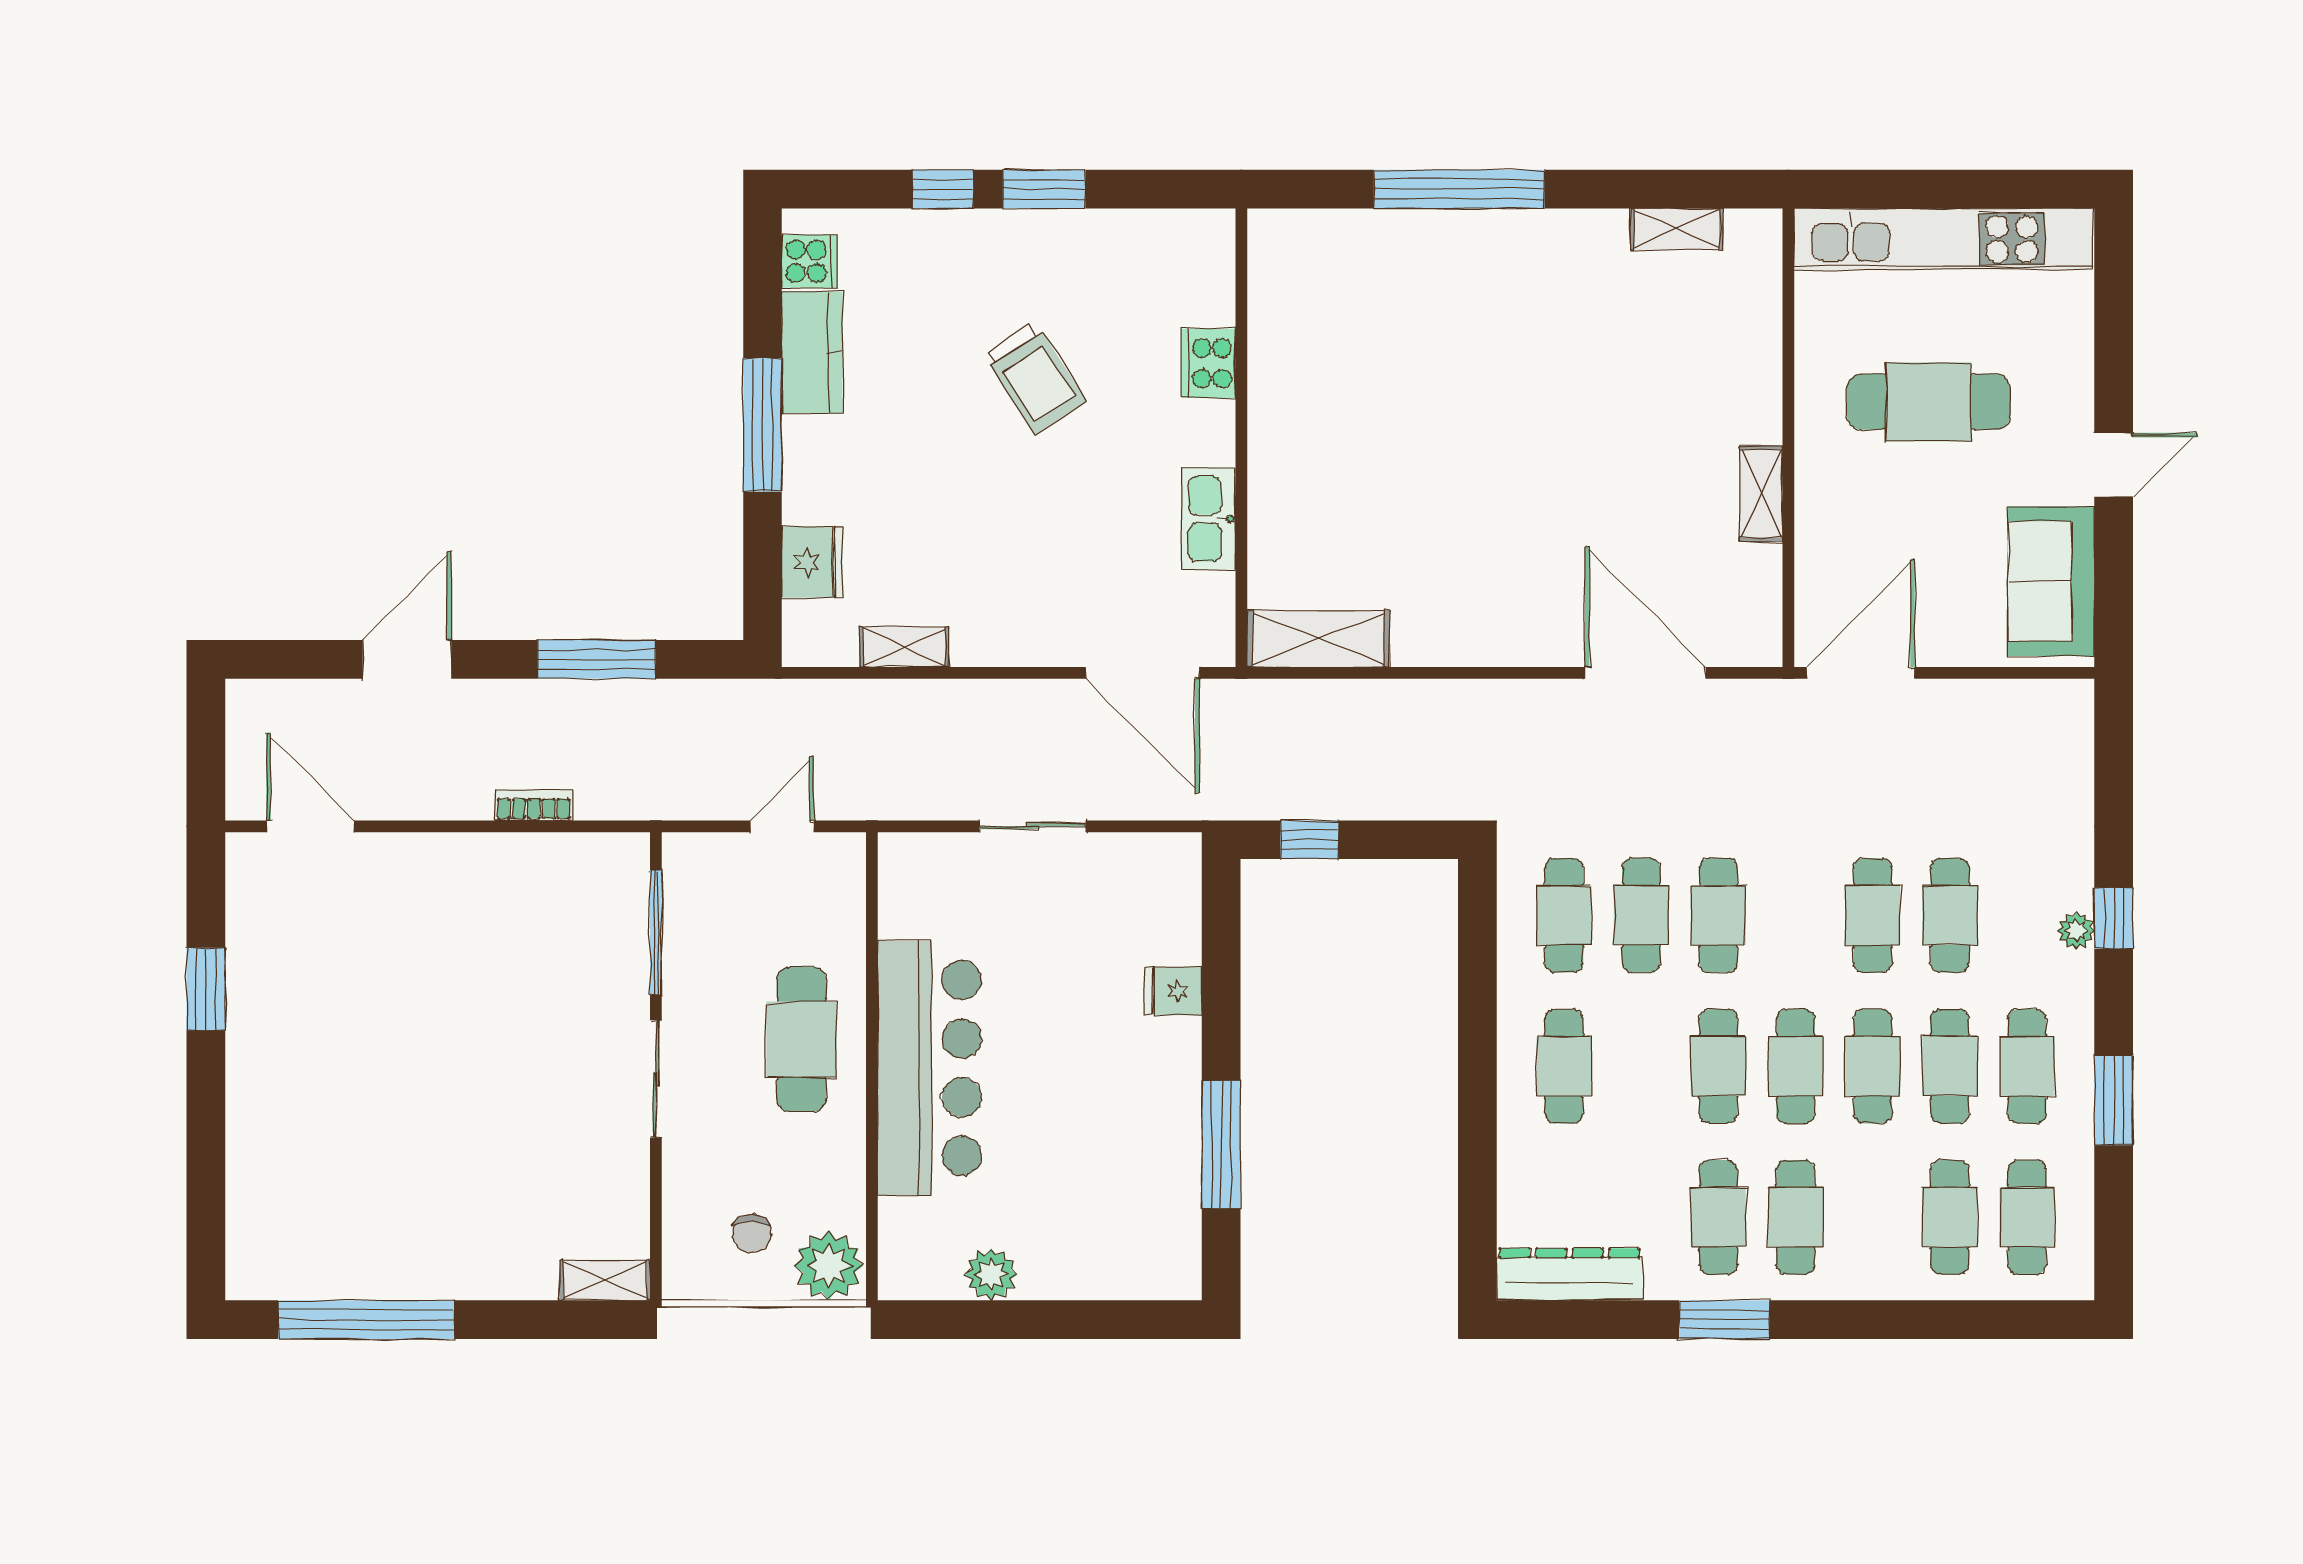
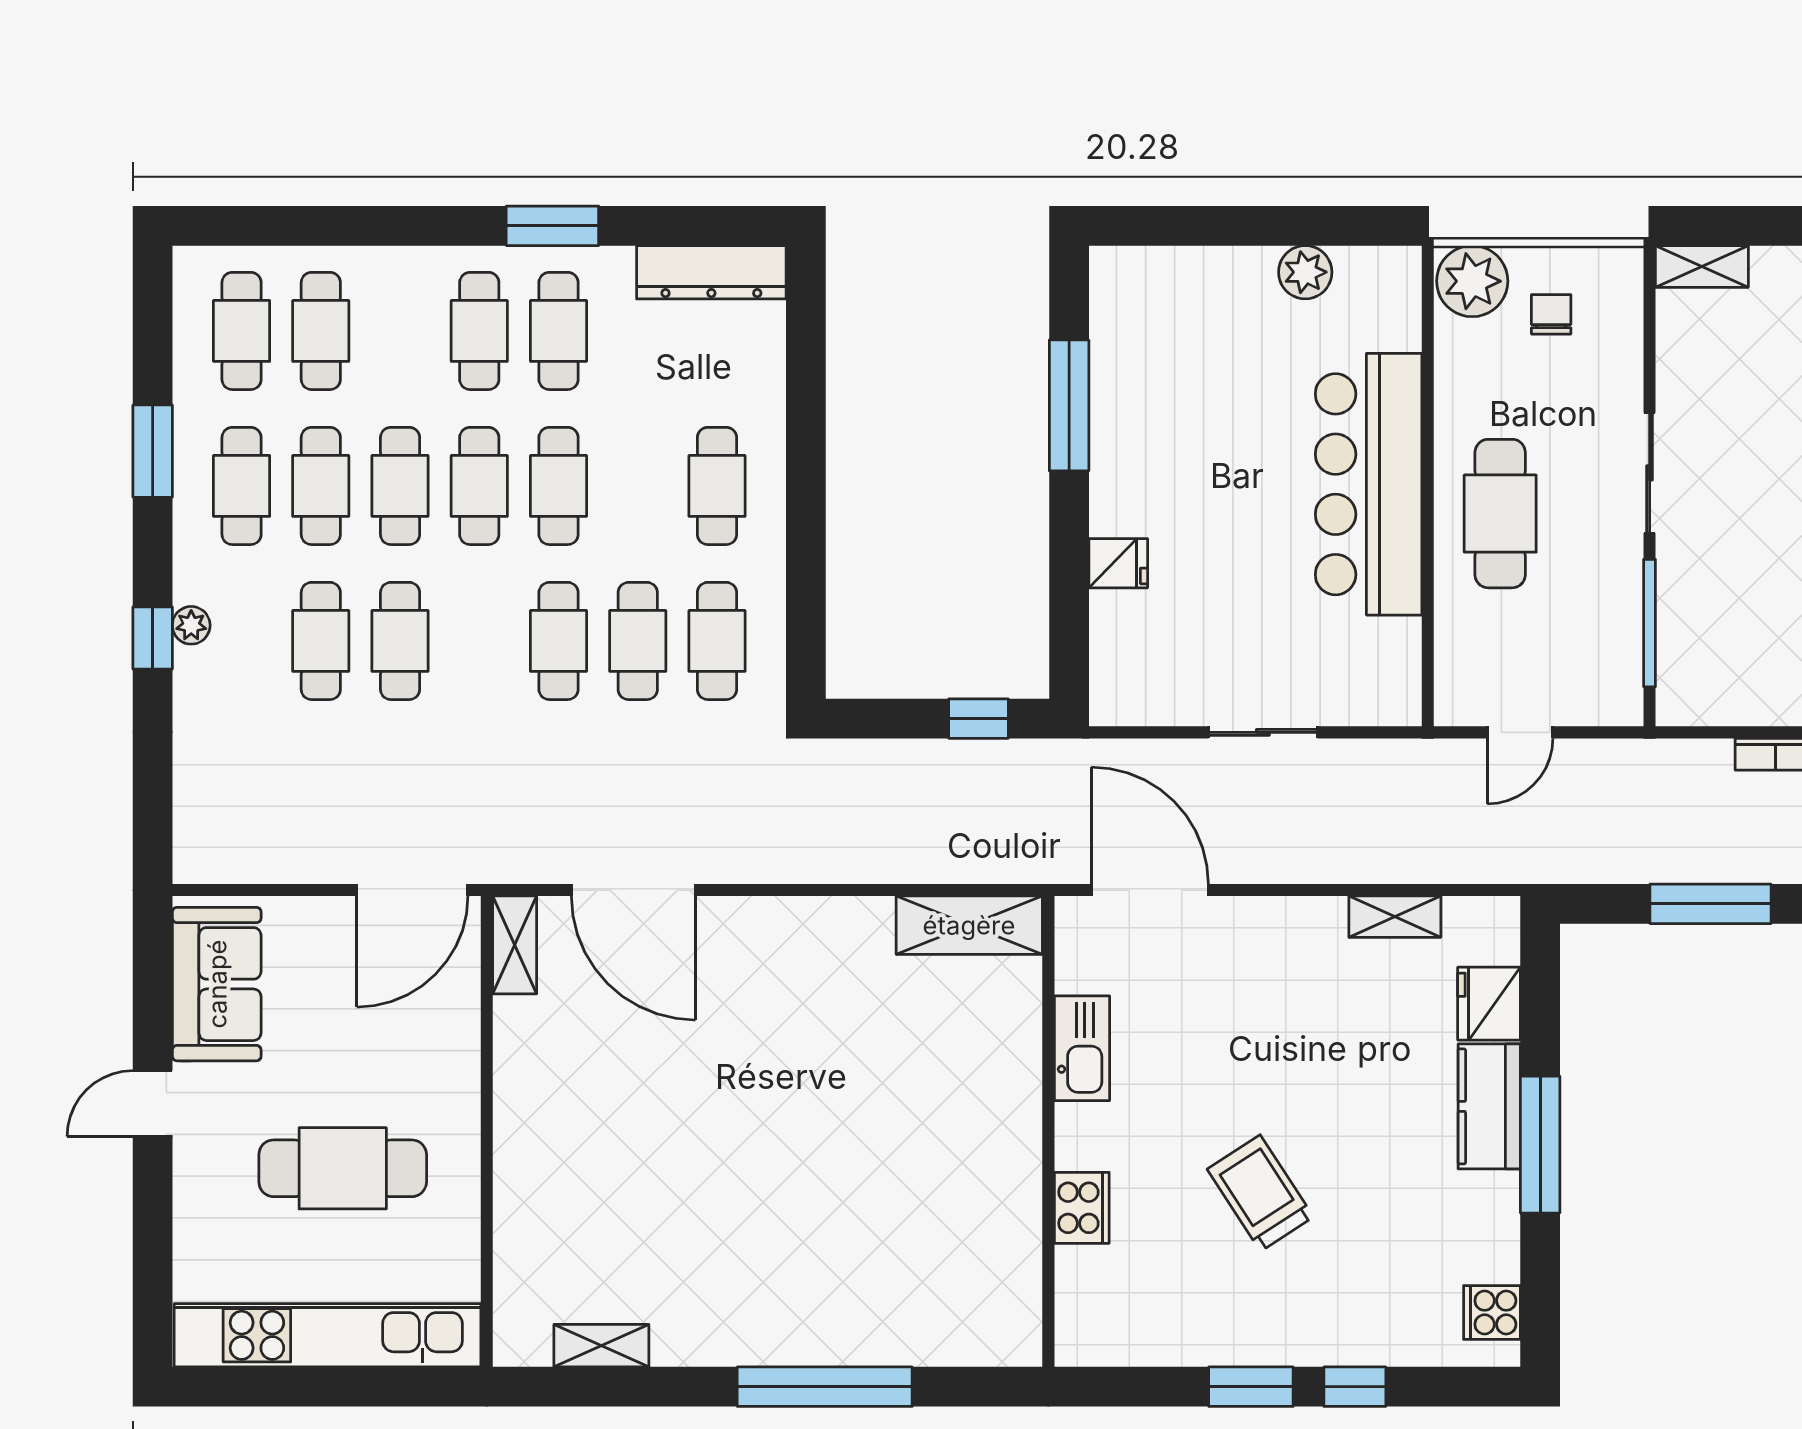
kitchen counter: (812, 352) -> (1489, 1106), moved
shelving: (1761, 493) -> (515, 945), moved

